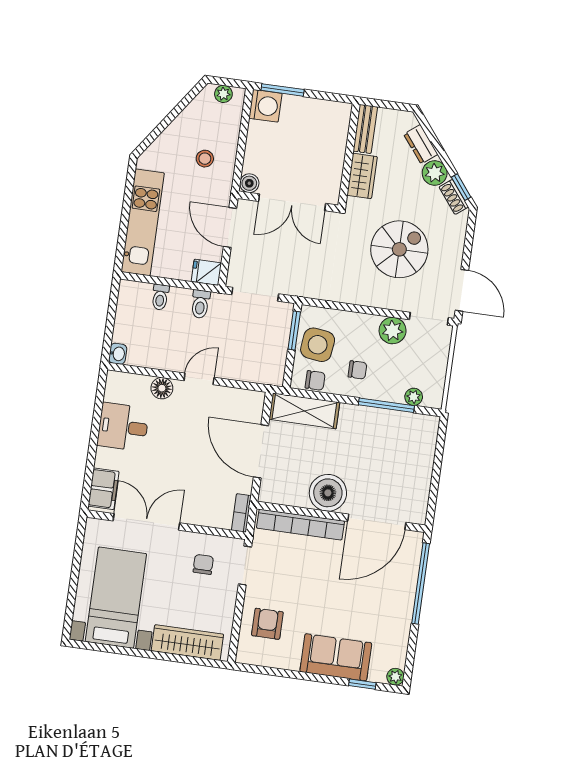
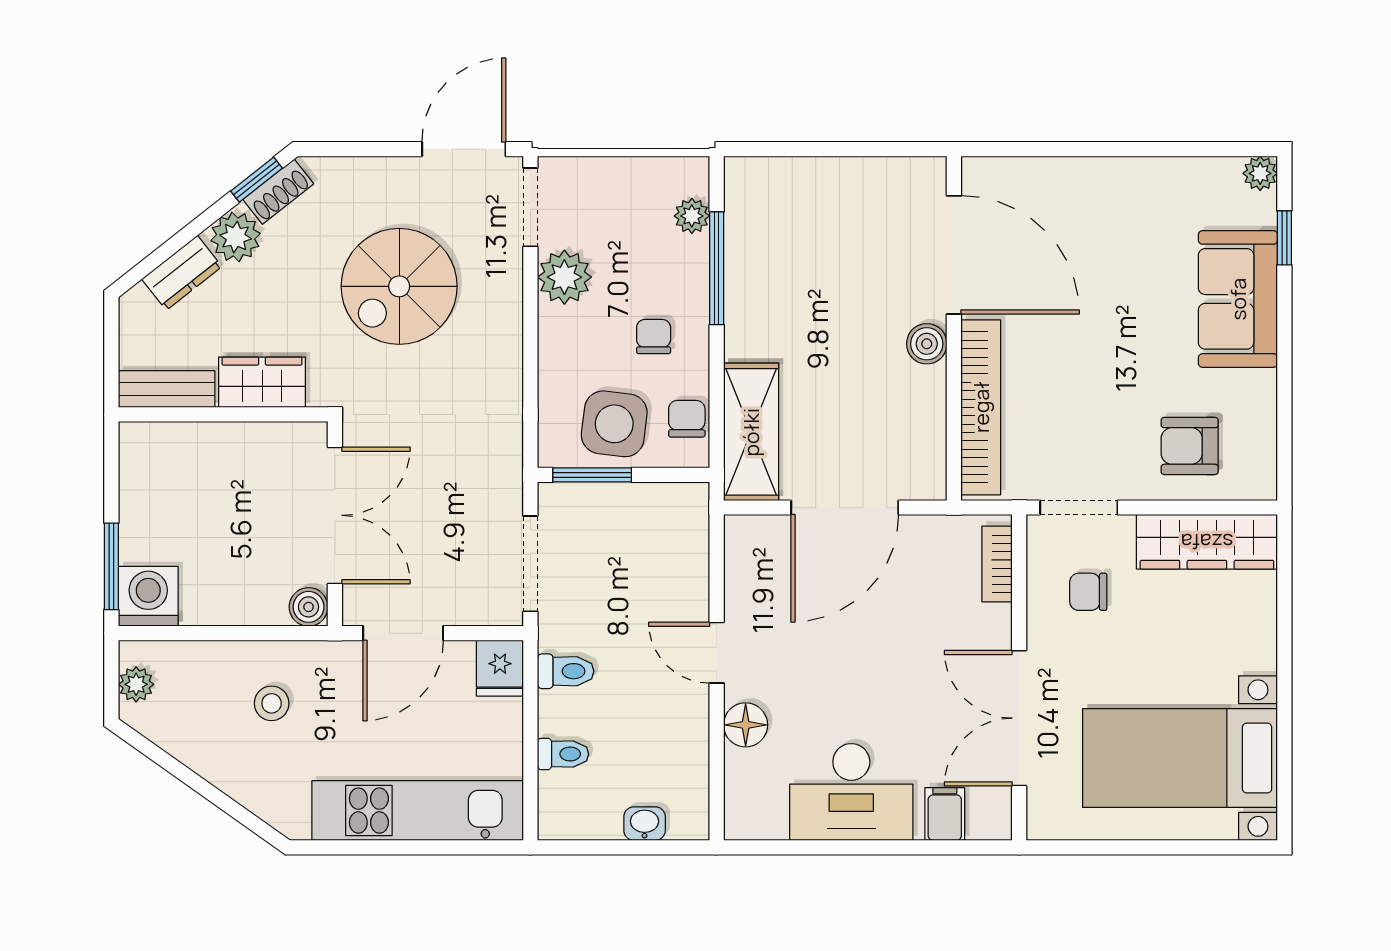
spiral stairs: (399, 249) -> (399, 286), turned -90
washbasin: (118, 354) -> (645, 824), moved
desk: (123, 427) -> (851, 792), width x1.37
filing cabinet: (103, 489) -> (945, 814), width x0.50
boiler: (328, 493) -> (927, 344), width x0.54, depth x0.54
bookcase: (241, 513) -> (997, 564), moved, turned 90
window: (421, 583) -> (1065, 149), removed
wardrobe: (187, 643) -> (1207, 542), moved, turned -90

